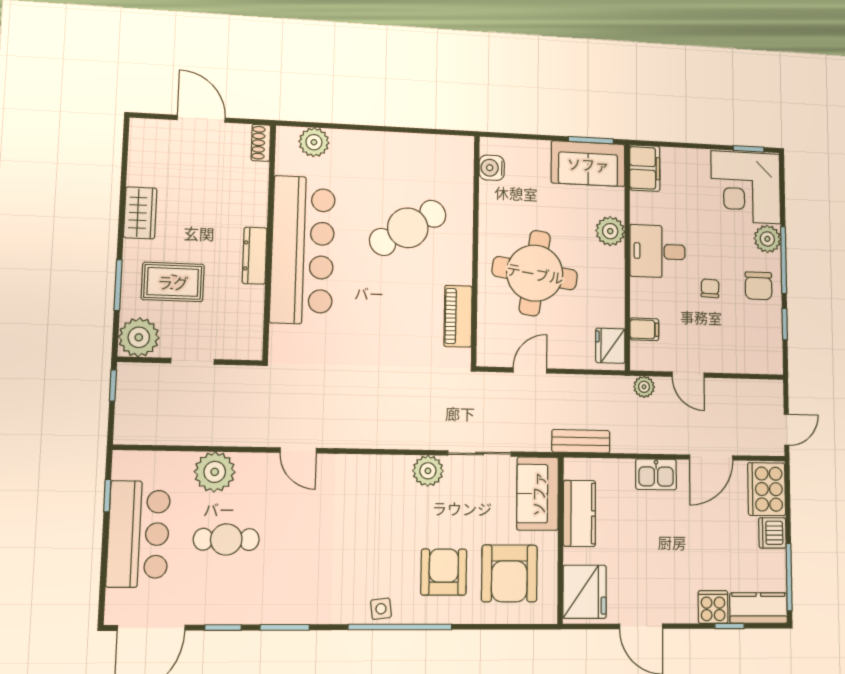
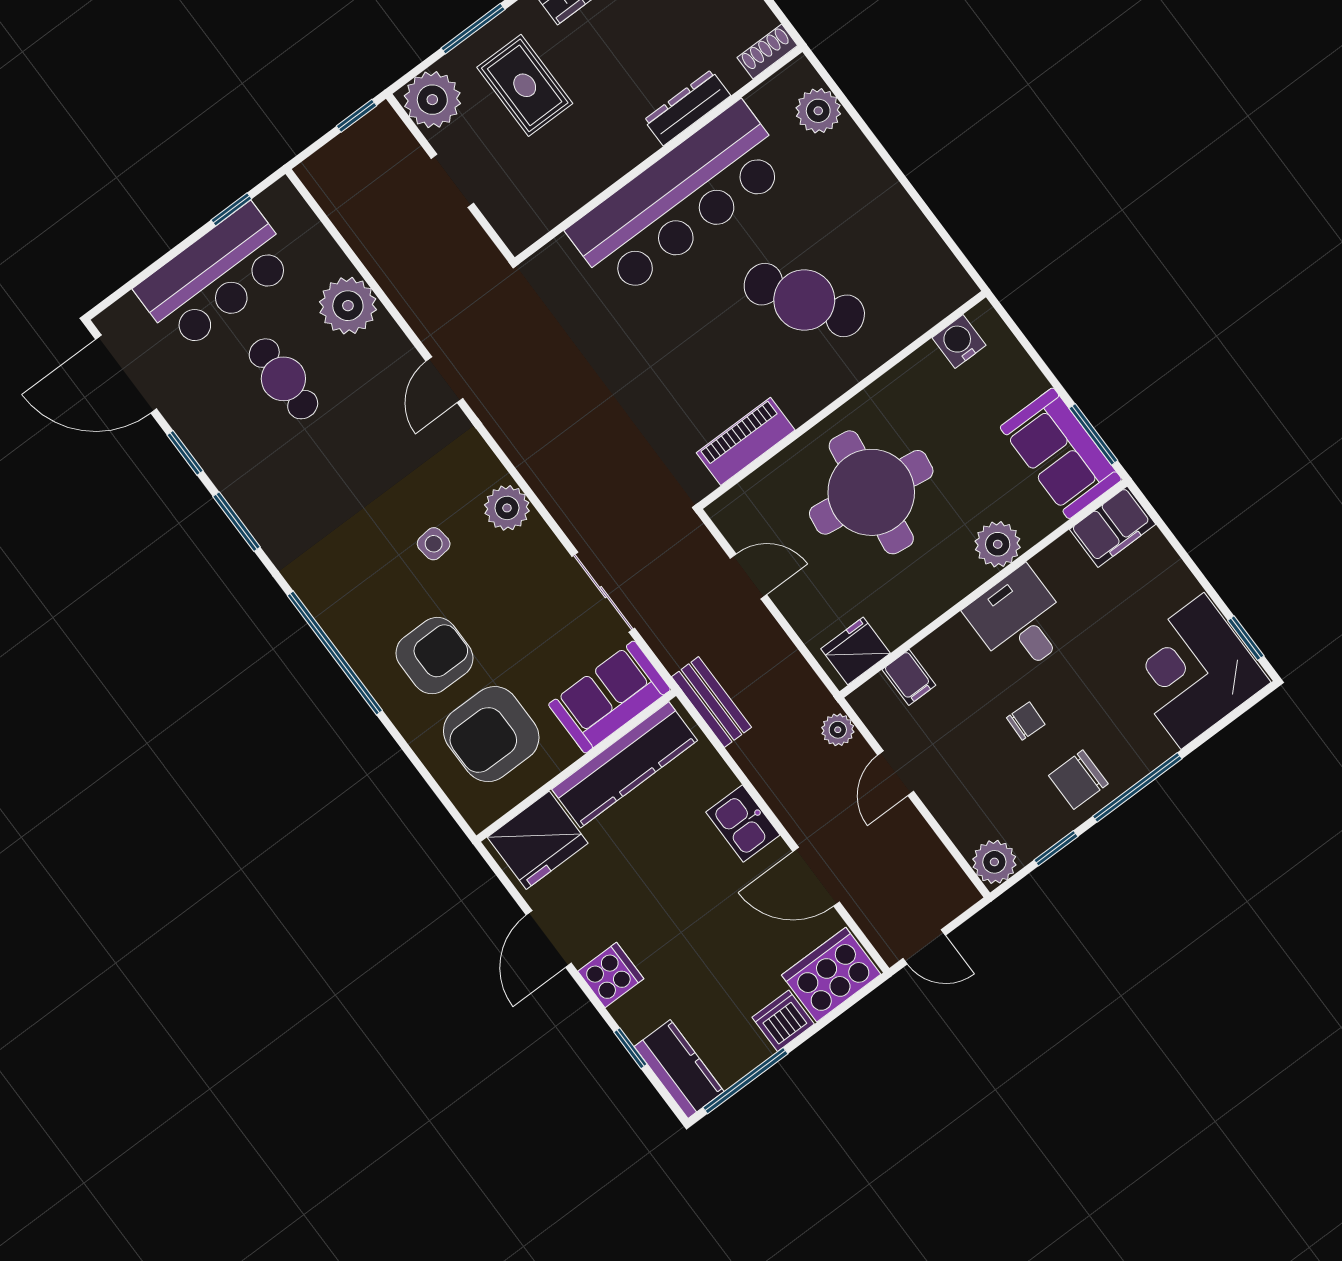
plant: (767, 239) -> (994, 862), moved
dresser: (255, 256) -> (687, 108), moved
plant: (428, 471) -> (507, 508), moved
kitchen counter: (579, 513) -> (625, 765), width x1.50
cooker: (713, 607) -> (611, 975), moved
side table: (381, 609) -> (434, 544), moved

